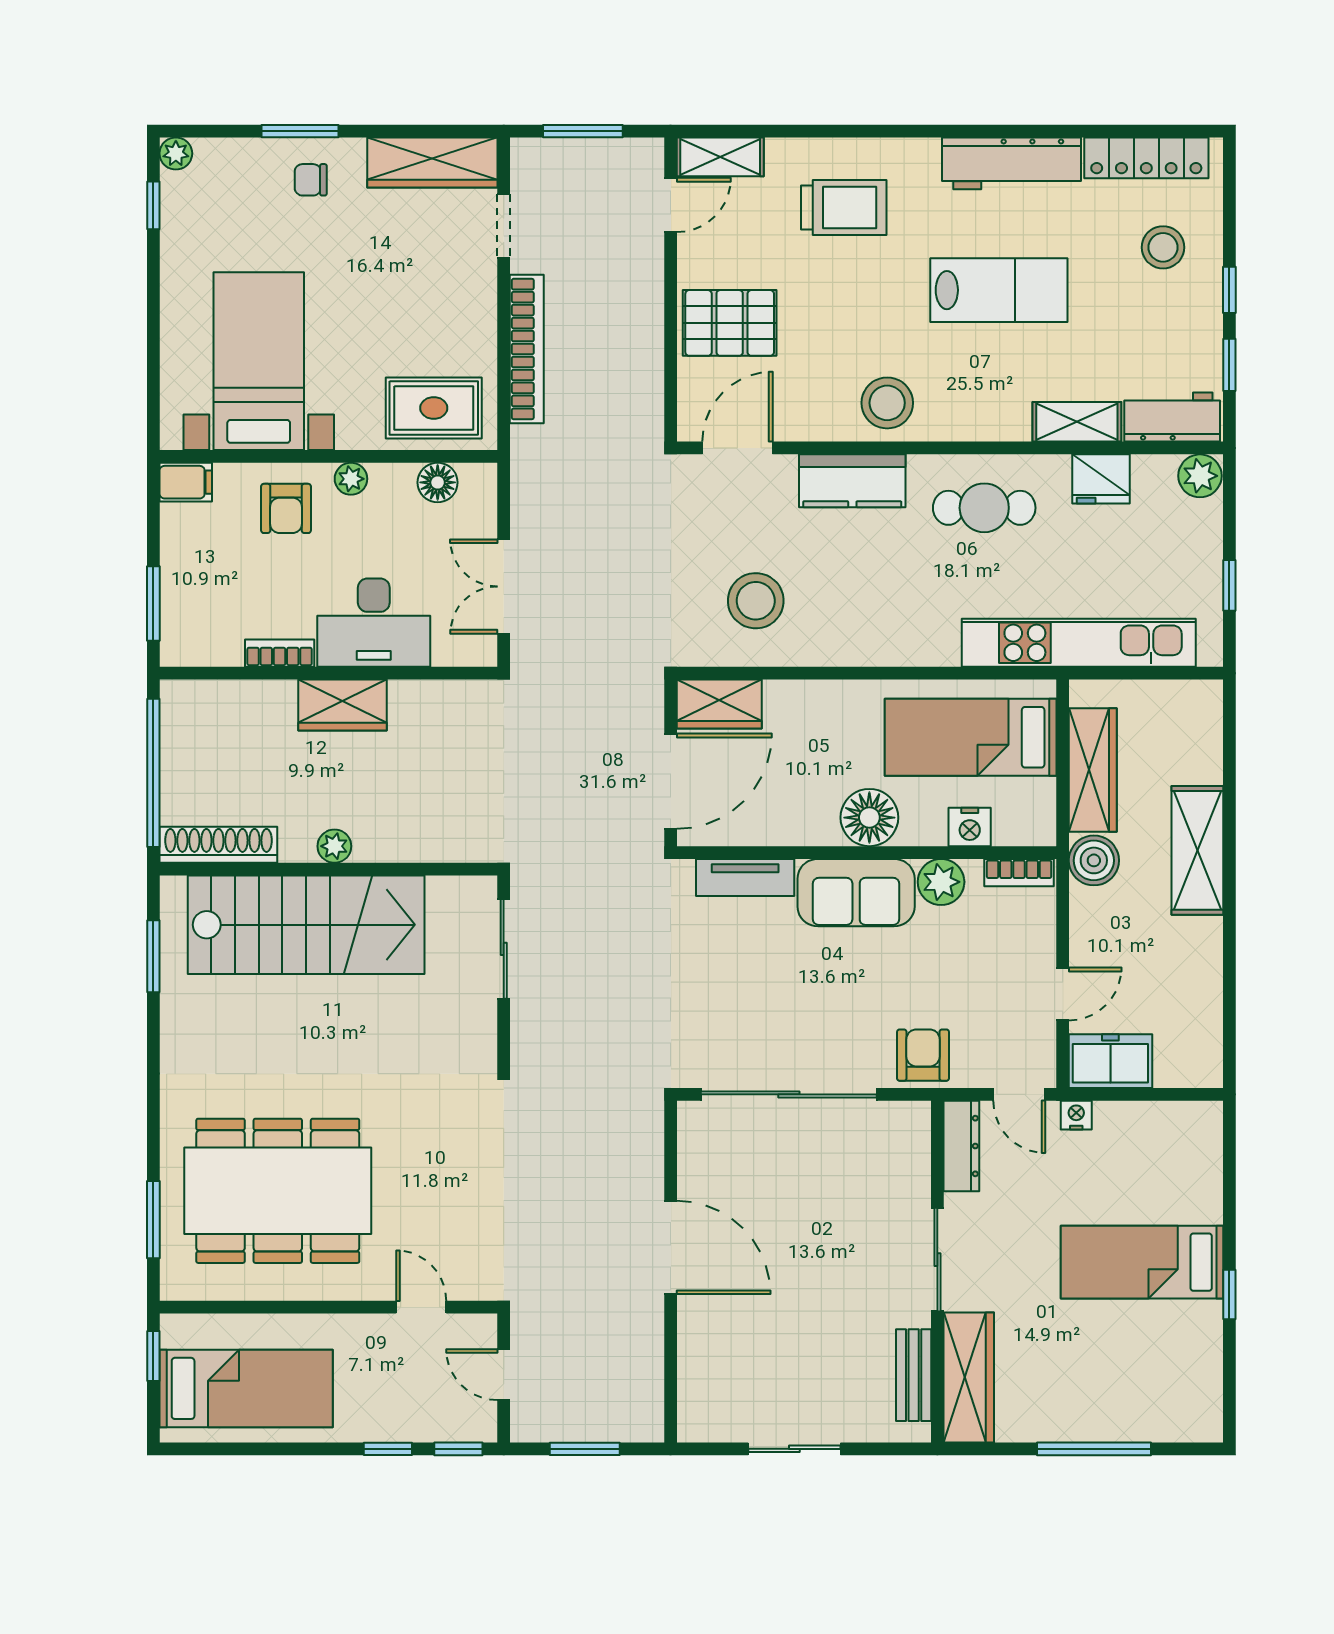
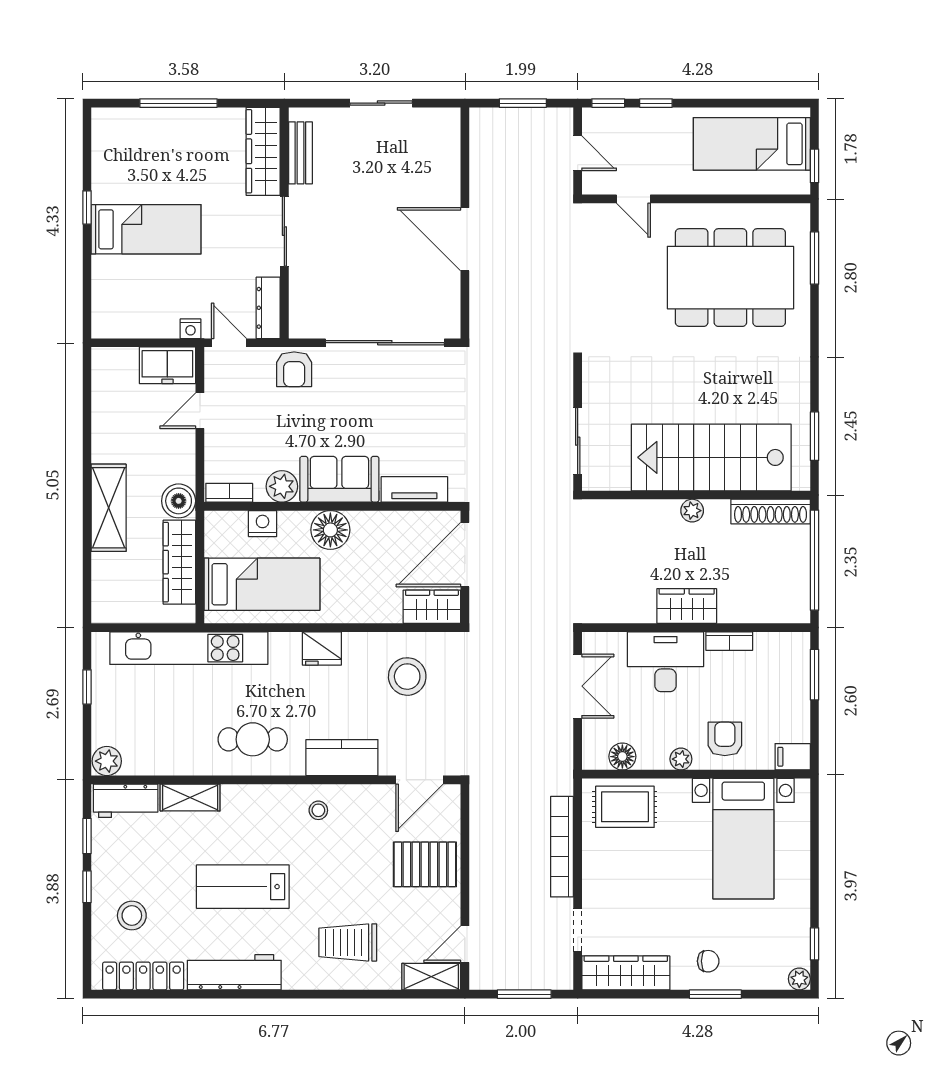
stool: (887, 403) -> (318, 810), width x0.53, depth x0.53
fridge: (1101, 479) -> (322, 648), moved, turned 180

